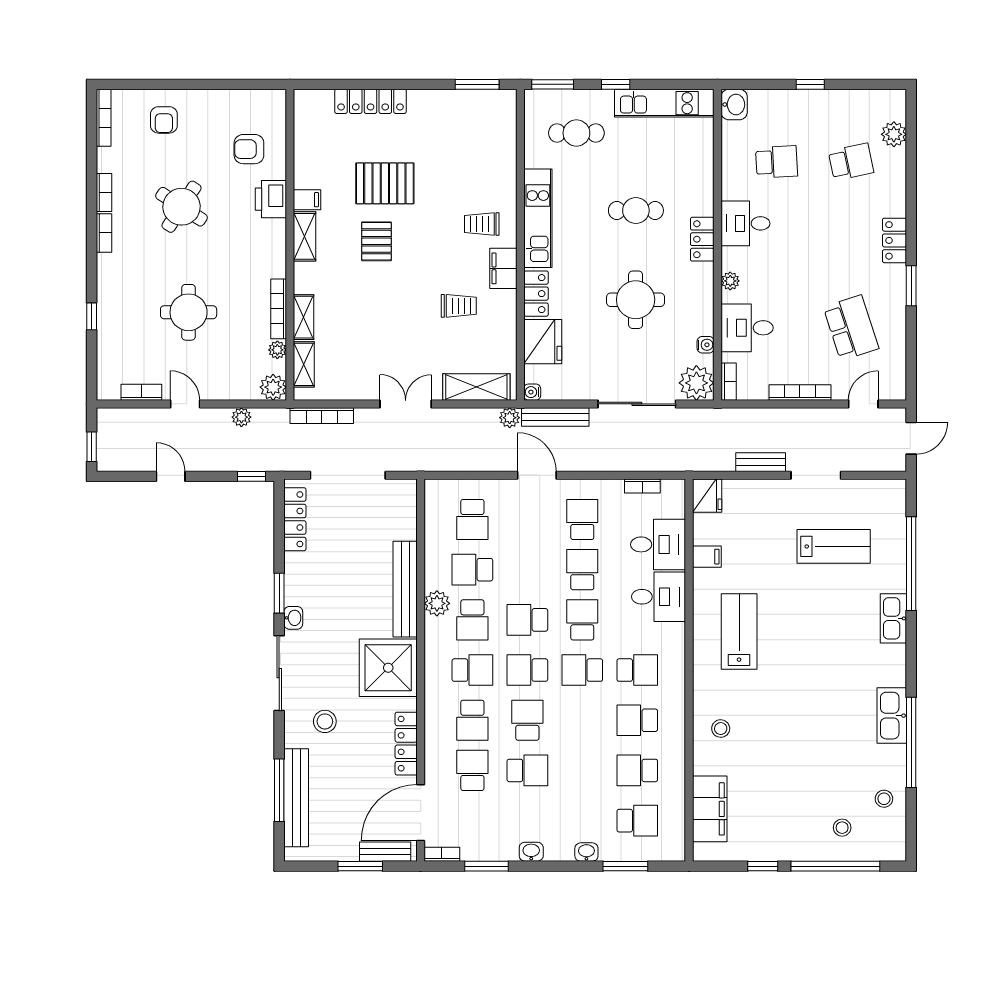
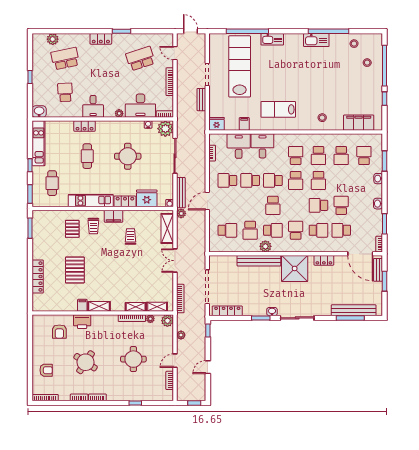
school desk: (851, 162) -> (65, 59), width x1.85
locker: (702, 239) -> (85, 126), moved
pallet: (376, 241) -> (72, 229), moved, turned 90
desk: (747, 328) -> (140, 106), width x1.37
lab bench: (834, 546) -> (240, 66), width x1.86, depth x1.39
school desk: (527, 670) -> (318, 180), moved
stool: (325, 721) -> (319, 297), removed
locker: (406, 744) -> (324, 260), width x0.66

